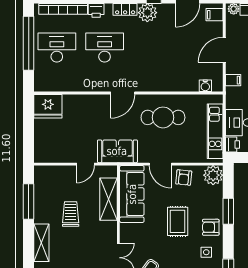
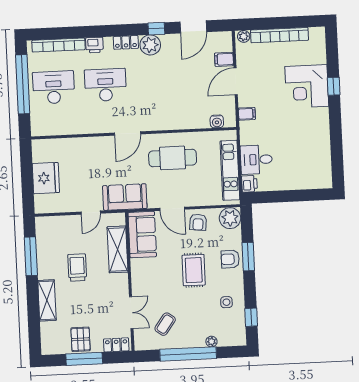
filing cabinet: (215, 15) -> (224, 59), moved
fridge: (48, 106) -> (46, 178), moved, turned -90
sofa: (132, 194) -> (142, 235), width x0.73
armchair: (211, 227) -> (230, 259), moved

